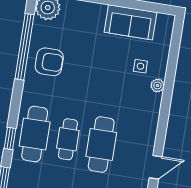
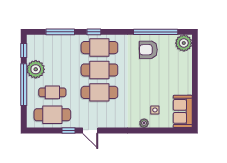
sofa: (131, 22) -> (183, 111), moved
armchair: (49, 62) -> (148, 50), turned 89
cafe table: (68, 139) -> (99, 70), width x1.37, depth x1.35

